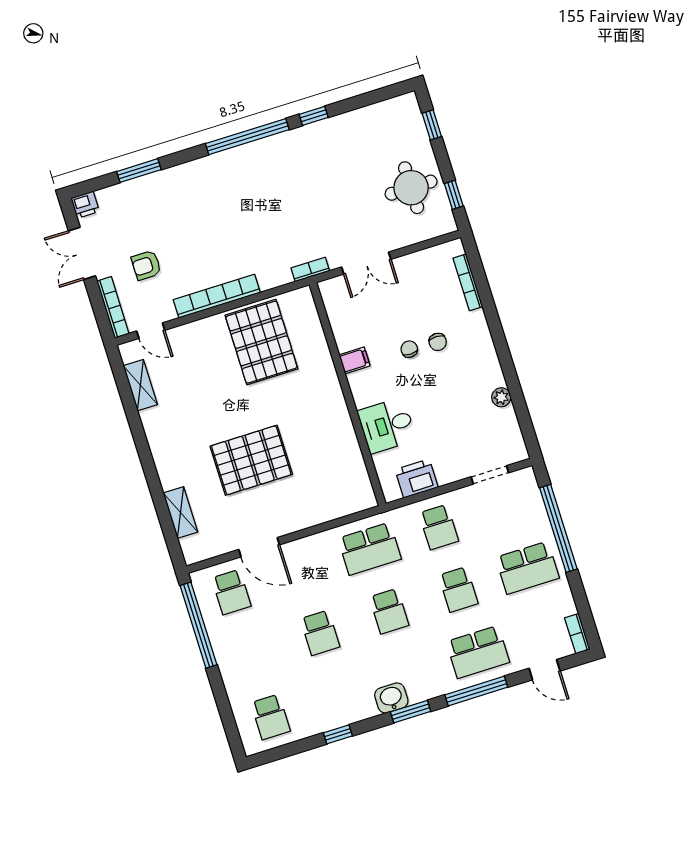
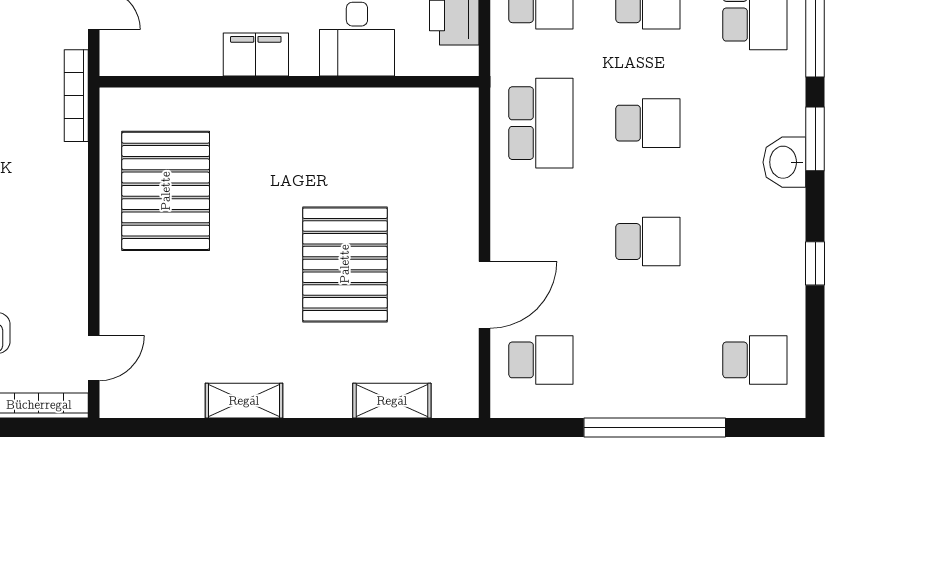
bookcase: (310, 269) -> (76, 96), width x1.56
bookcase: (217, 296) -> (72, 238), removed
pallet: (261, 342) -> (166, 191), turned 90
filing cabinet: (355, 360) -> (256, 54), width x2.00
shelving: (140, 385) -> (244, 401), moved
window: (198, 625) -> (655, 427), moved

